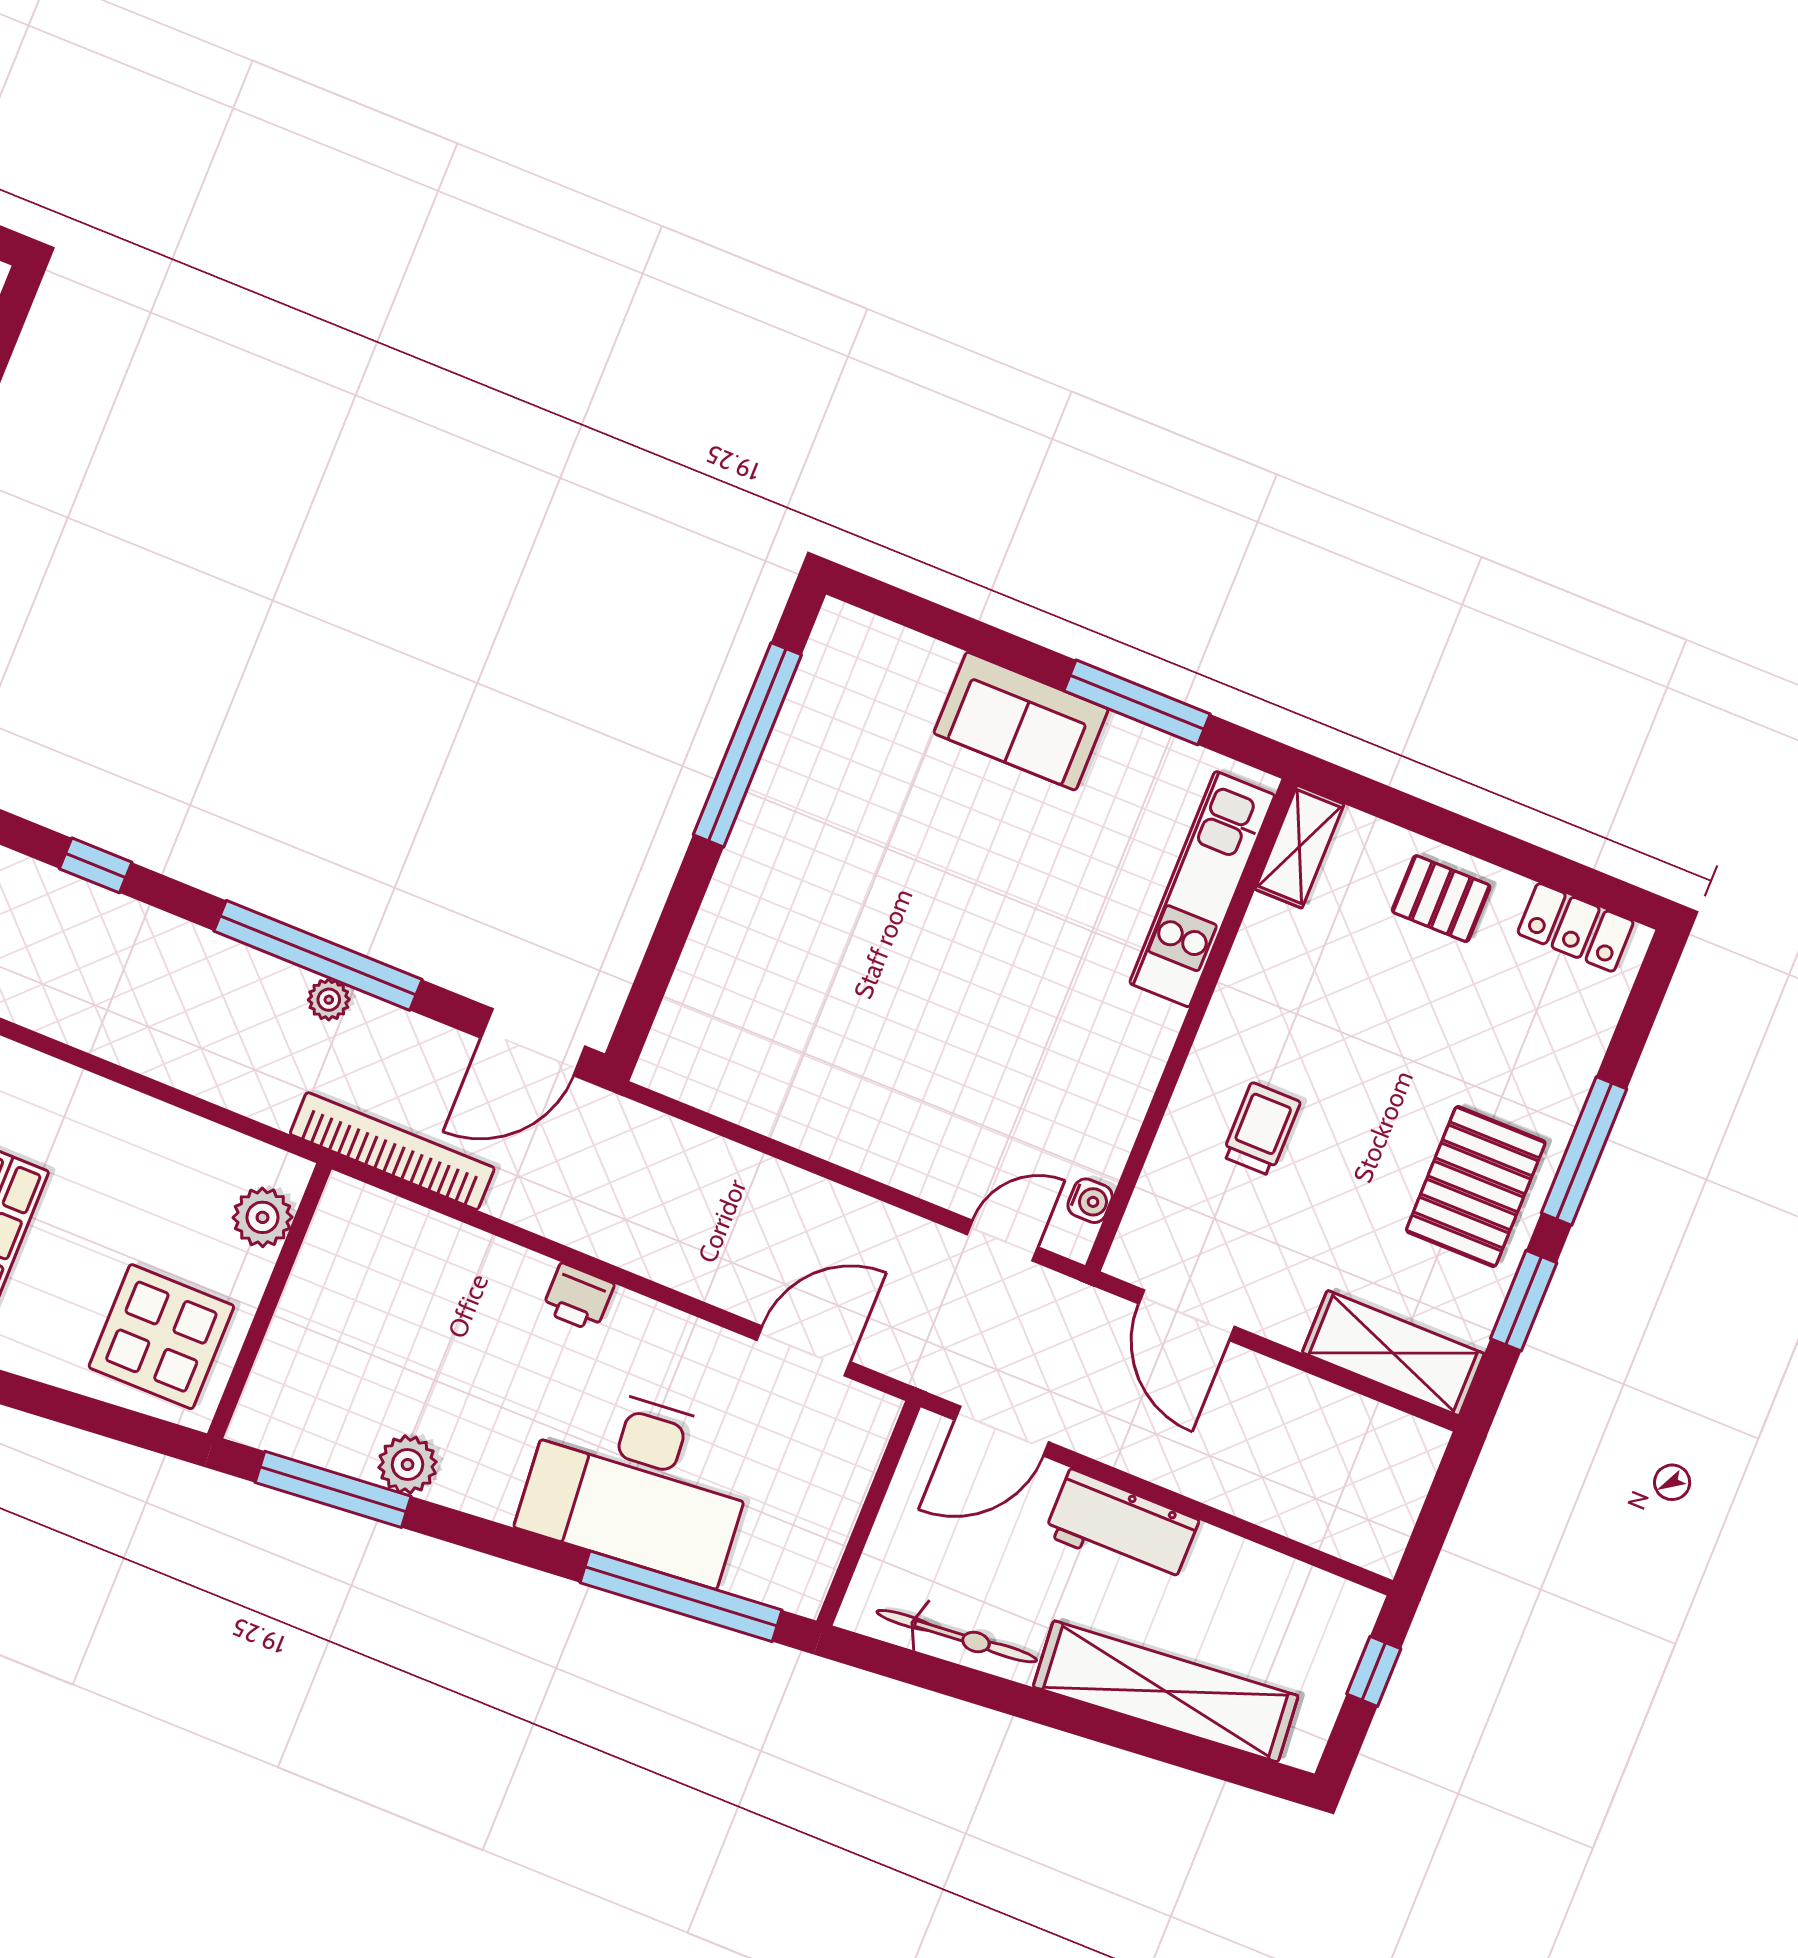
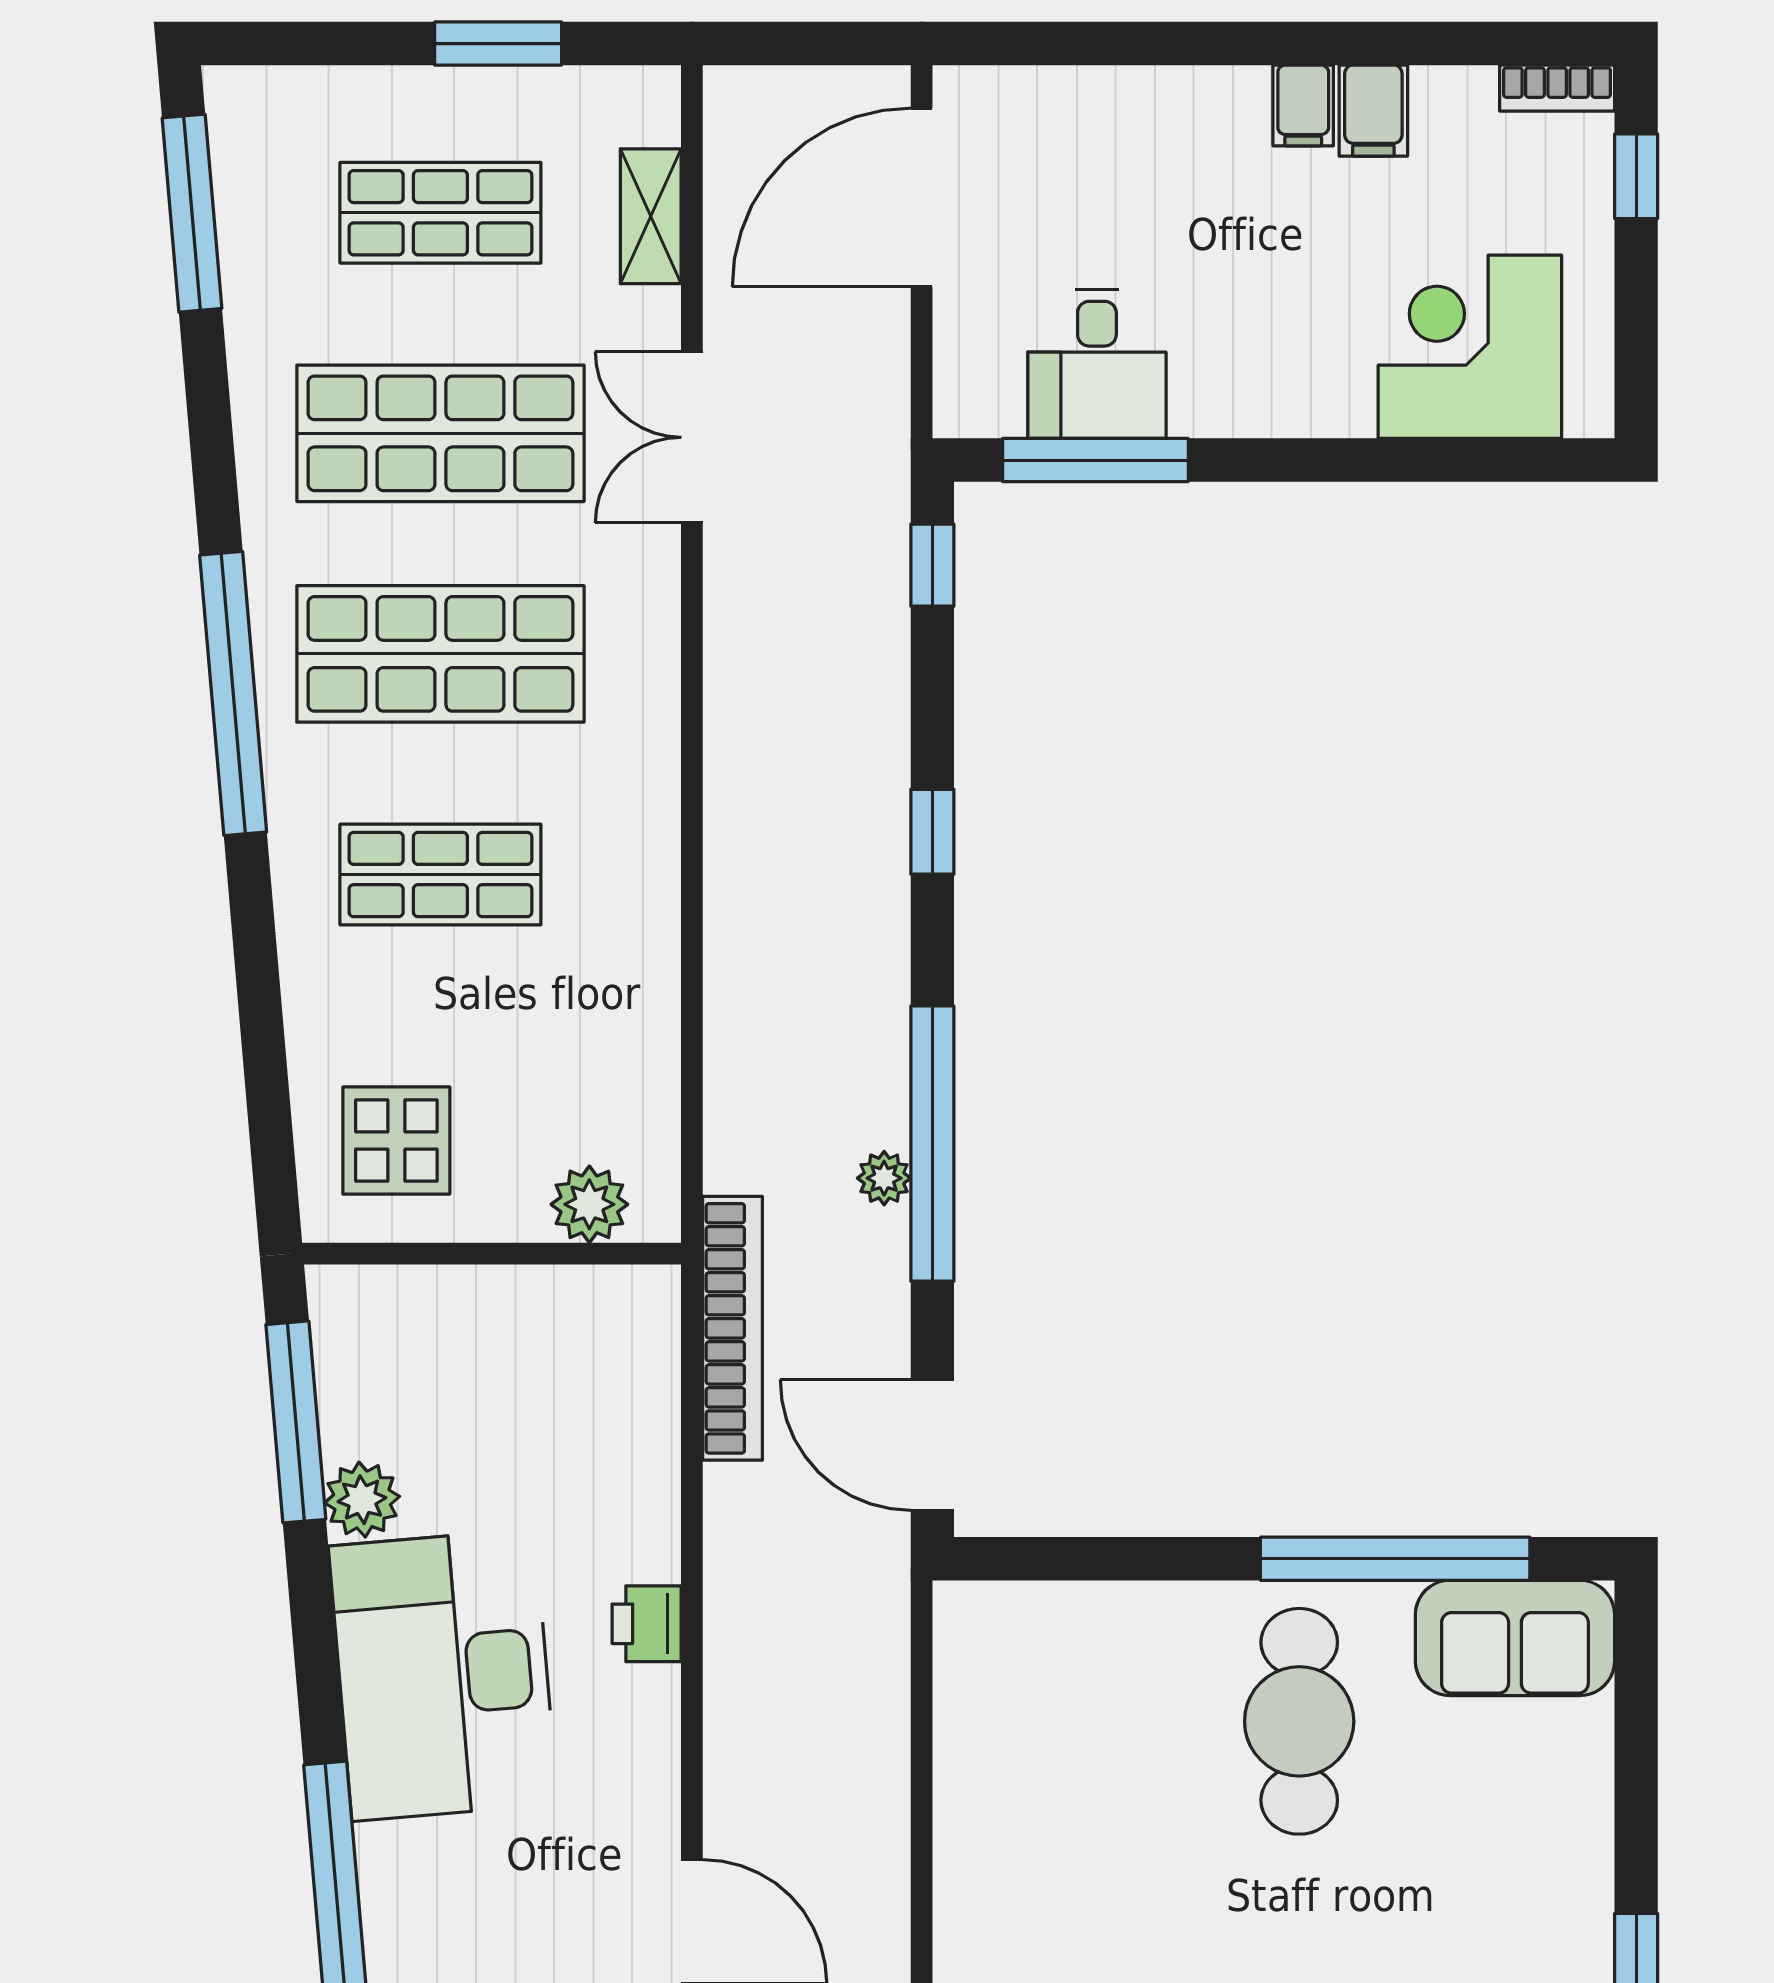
sofa: (1021, 721) -> (1515, 1638), moved, turned -90
cafe table: (836, 860) -> (1299, 1721), added
display table: (161, 1337) -> (396, 1141), width x0.73, depth x0.73
desk: (638, 1483) -> (443, 1675), moved

